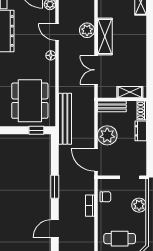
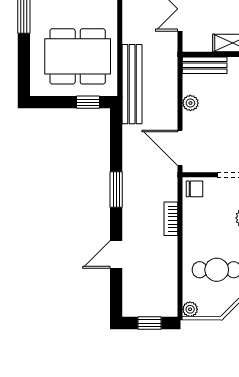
dining table: (30, 101) -> (78, 56), turned 90
plant: (107, 135) -> (190, 103), width x0.53, depth x0.53
chair: (105, 197) -> (195, 189), moved

